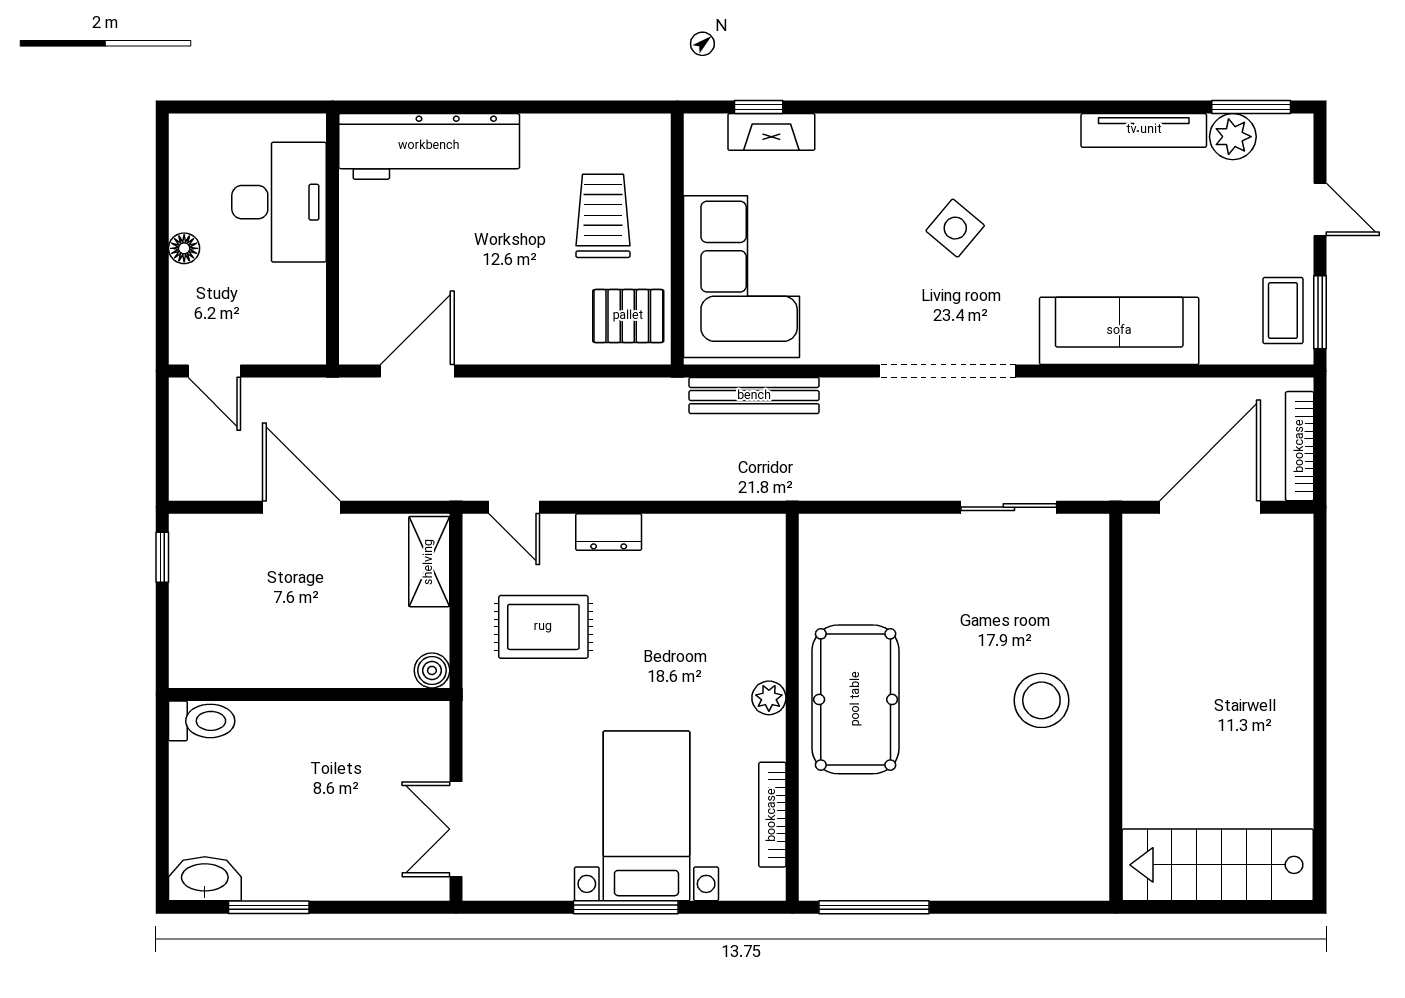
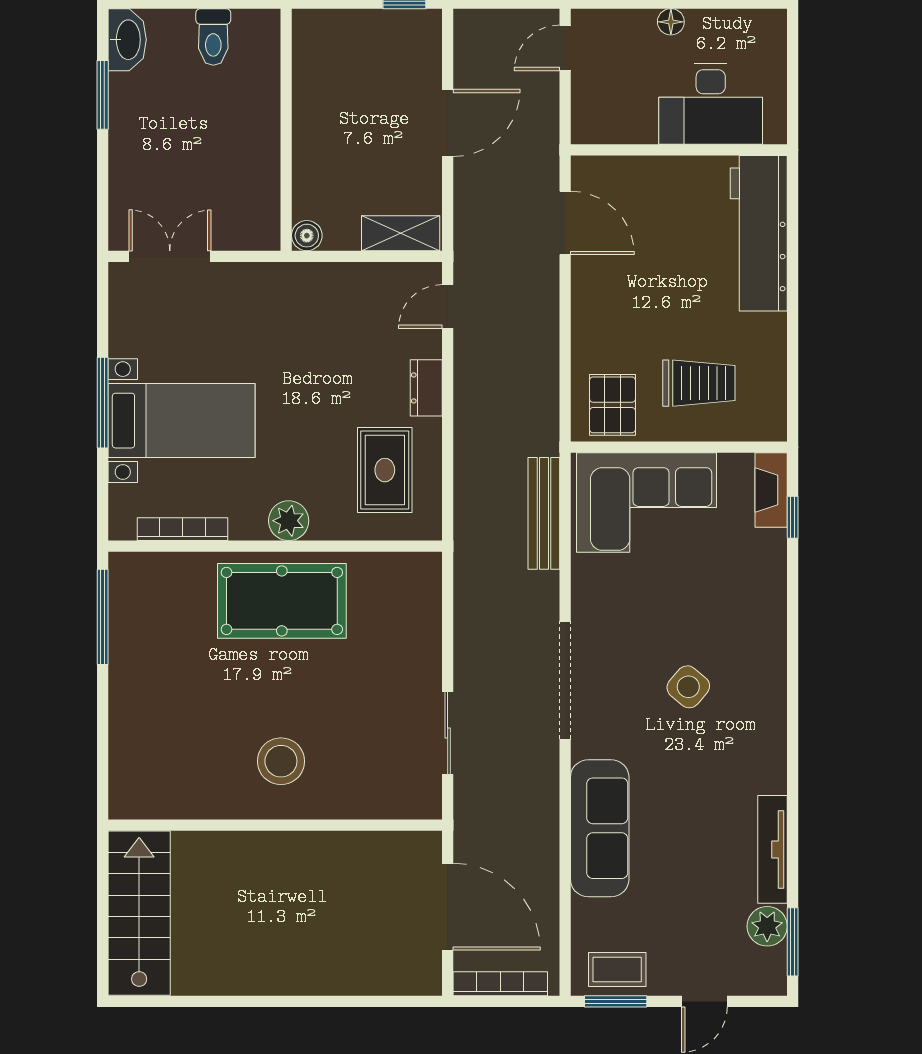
fireplace: (771, 132) -> (771, 490), moved
rug: (543, 627) -> (385, 470), moved
plant: (769, 698) -> (289, 521), width x1.38, depth x1.38
toilet: (202, 721) -> (213, 37), moved

